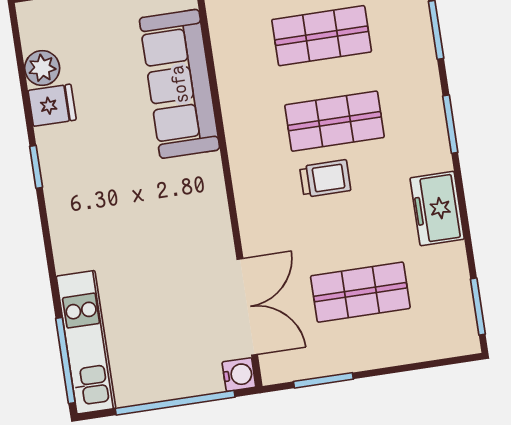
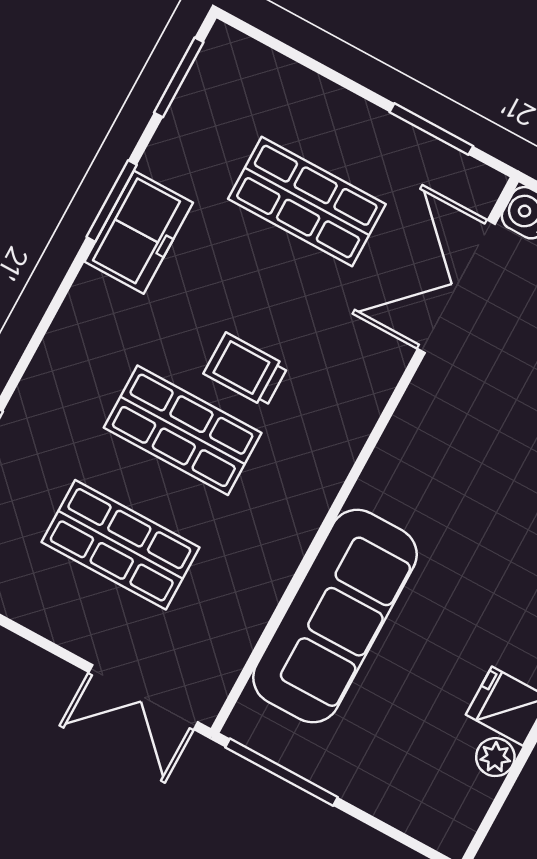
plant: (42, 68) -> (495, 757), width x0.73, depth x0.73
window: (450, 124) -> (112, 201), moved

